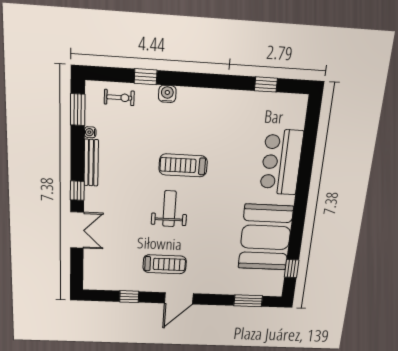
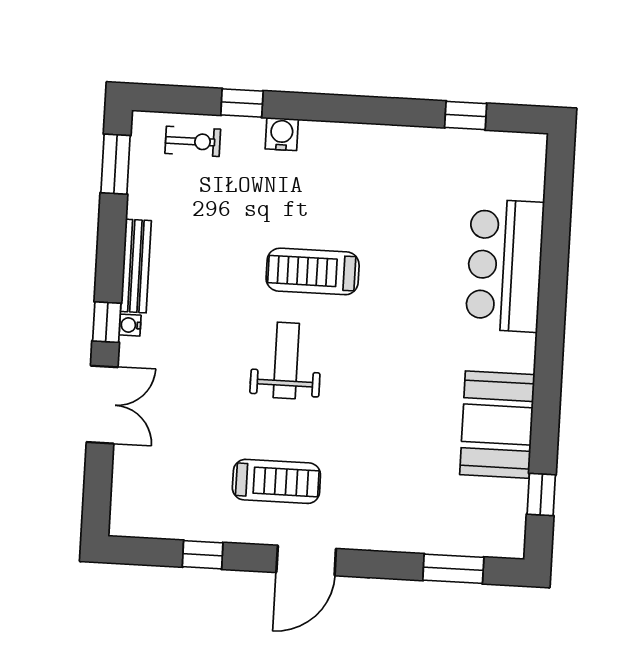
water cooler: (90, 132) -> (130, 325), moved
booth: (266, 237) -> (497, 425), width x0.73, depth x0.70

